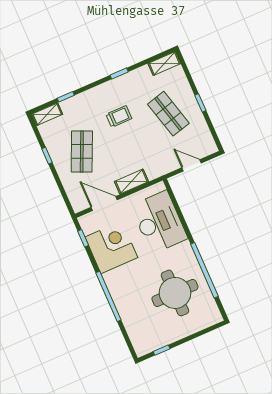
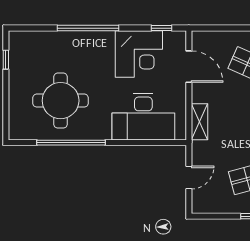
shelving: (131, 182) -> (200, 122), moved
door: (104, 204) -> (189, 67), hinge flipped

